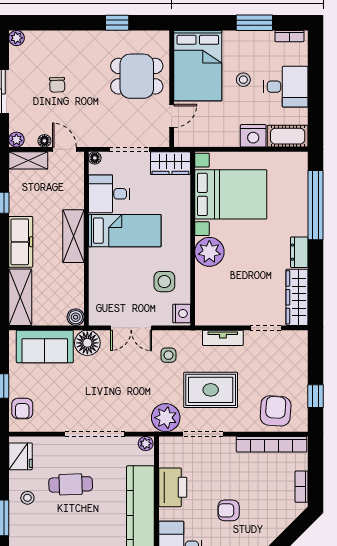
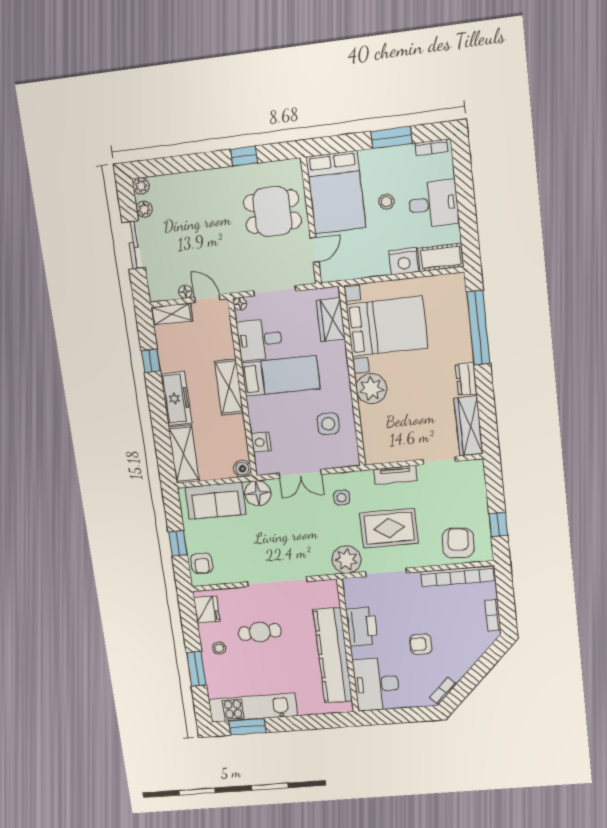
chair: (57, 85) -> (190, 231), removed
plant: (16, 140) -> (144, 209), moved
wardrobe: (170, 163) -> (331, 320), moved, turned 90
nightstand: (182, 313) -> (261, 442), moved, turned 180
plant: (146, 444) -> (329, 587), removed

